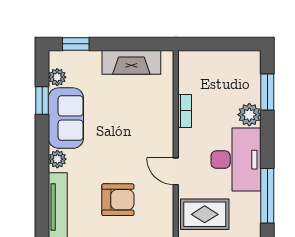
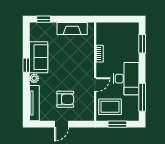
plant: (57, 77) -> (34, 36), removed
window: (42, 100) -> (26, 65), moved
plant: (249, 115) -> (133, 55), removed
door: (176, 171) -> (95, 85), swing flipped

